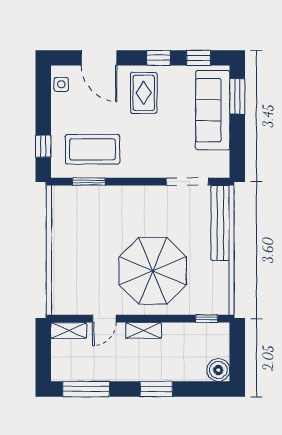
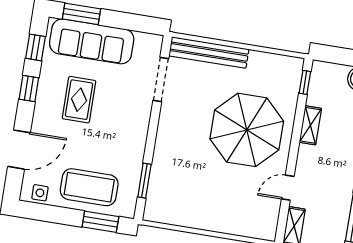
rug: (144, 93) -> (79, 100), moved, turned 90
window: (43, 146) -> (100, 222), width x1.50
coffee table: (92, 149) -> (89, 187), moved, turned 90
door: (104, 319) -> (288, 188), swing flipped
shelving: (144, 330) -> (310, 125), moved

